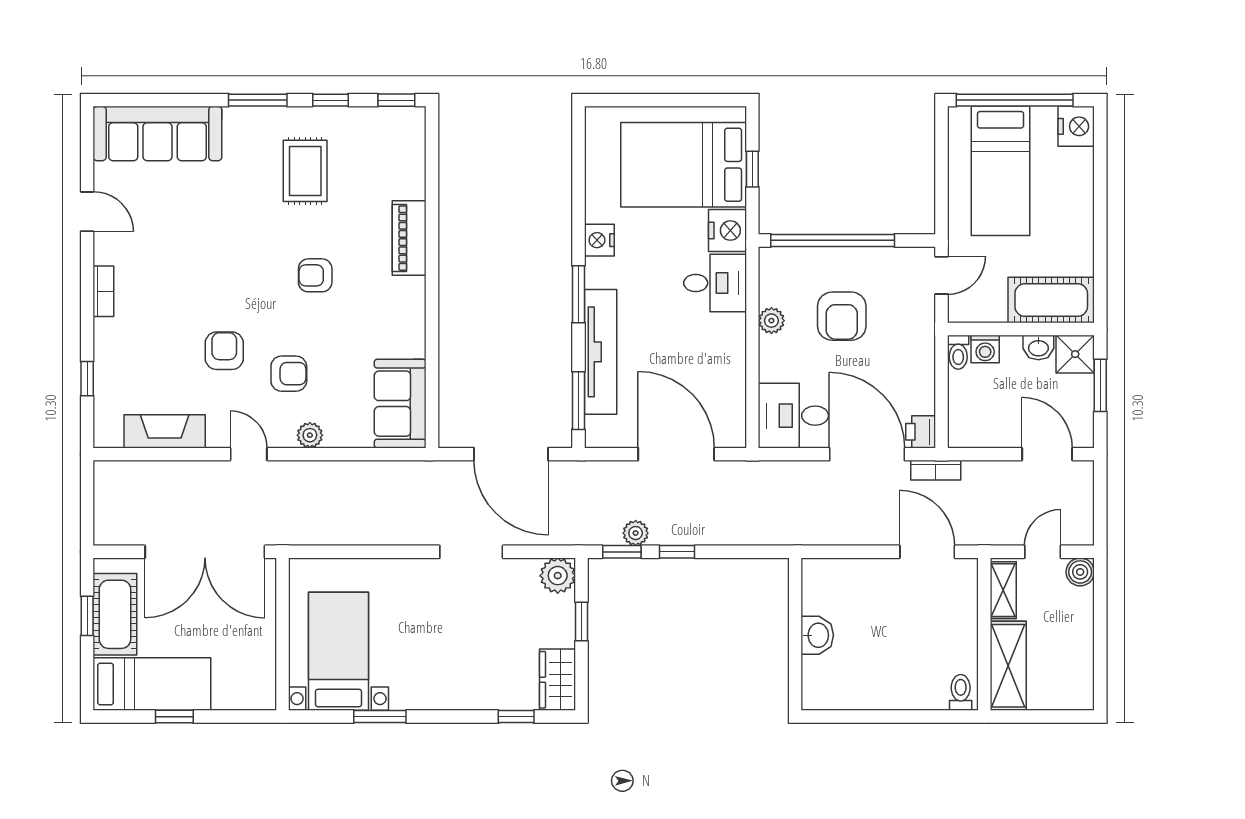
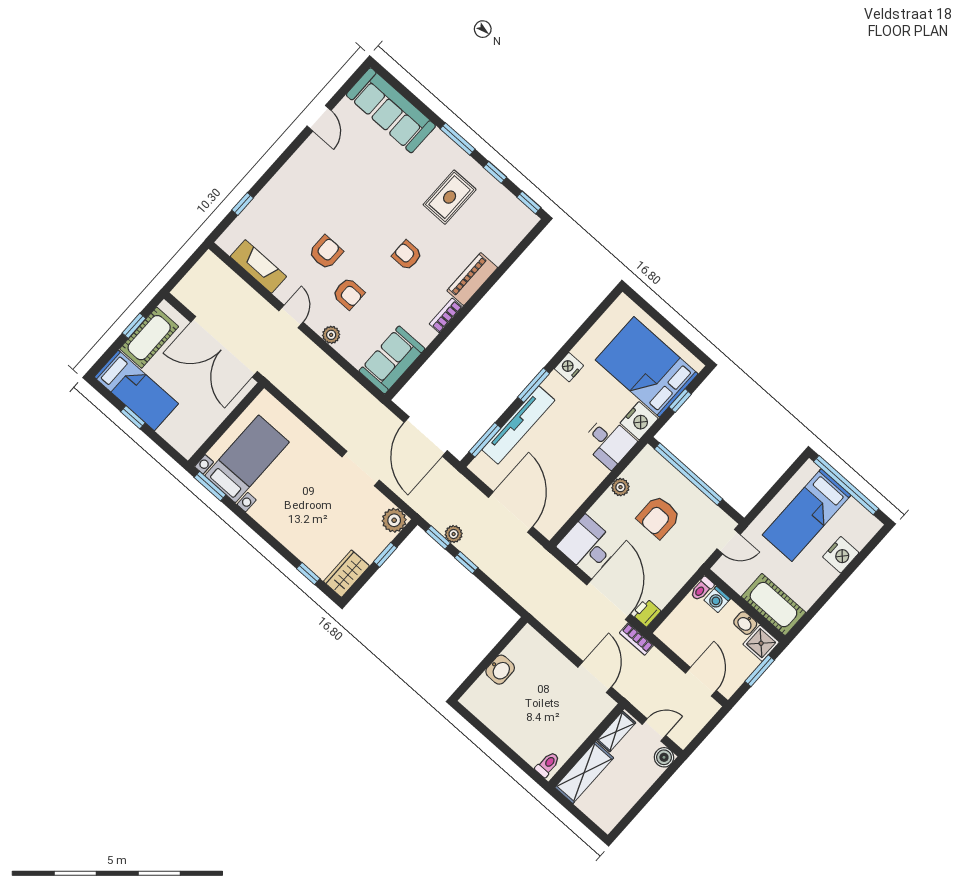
nightstand: (1076, 126) -> (841, 555), moved
bookcase: (103, 291) -> (446, 316), moved, turned 180
window: (380, 717) -> (210, 486), moved

